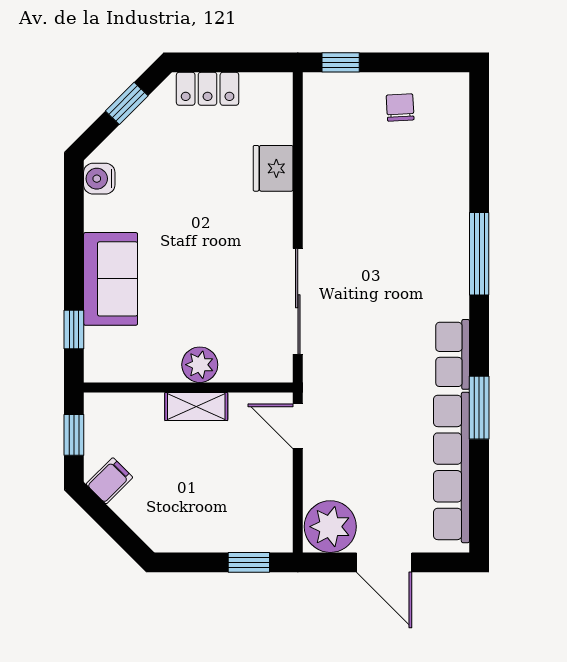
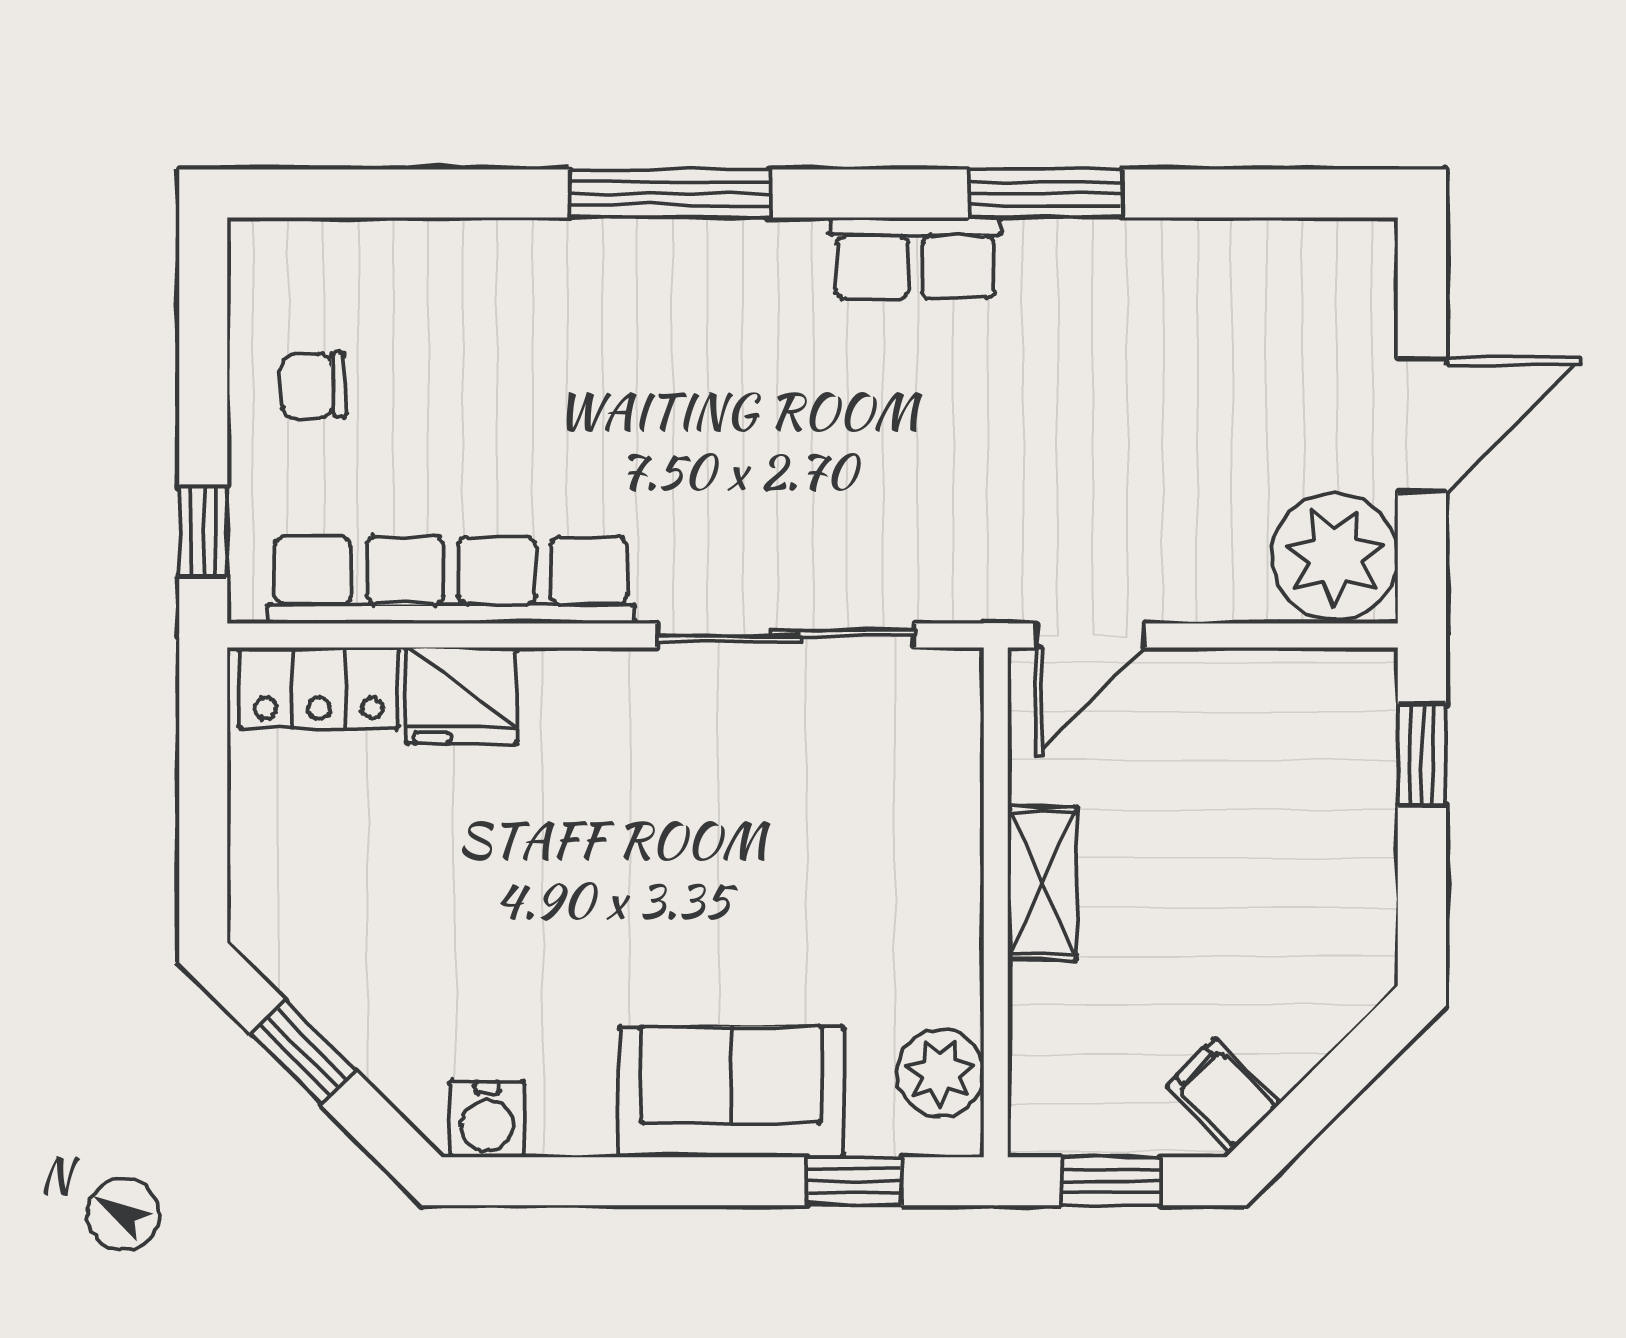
locker: (208, 89) -> (319, 688), moved, turned 90
plant: (200, 365) -> (940, 1073), moved
row of seats: (451, 467) -> (451, 580), moved, turned 180

